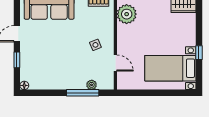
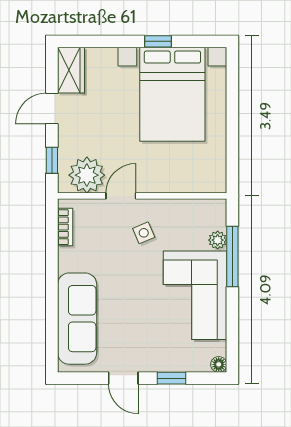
door: (115, 63) -> (121, 196), moved
bed with nightstands: (170, 68) -> (172, 94), width x1.36
corner sofa: (62, 73) -> (195, 295), added

